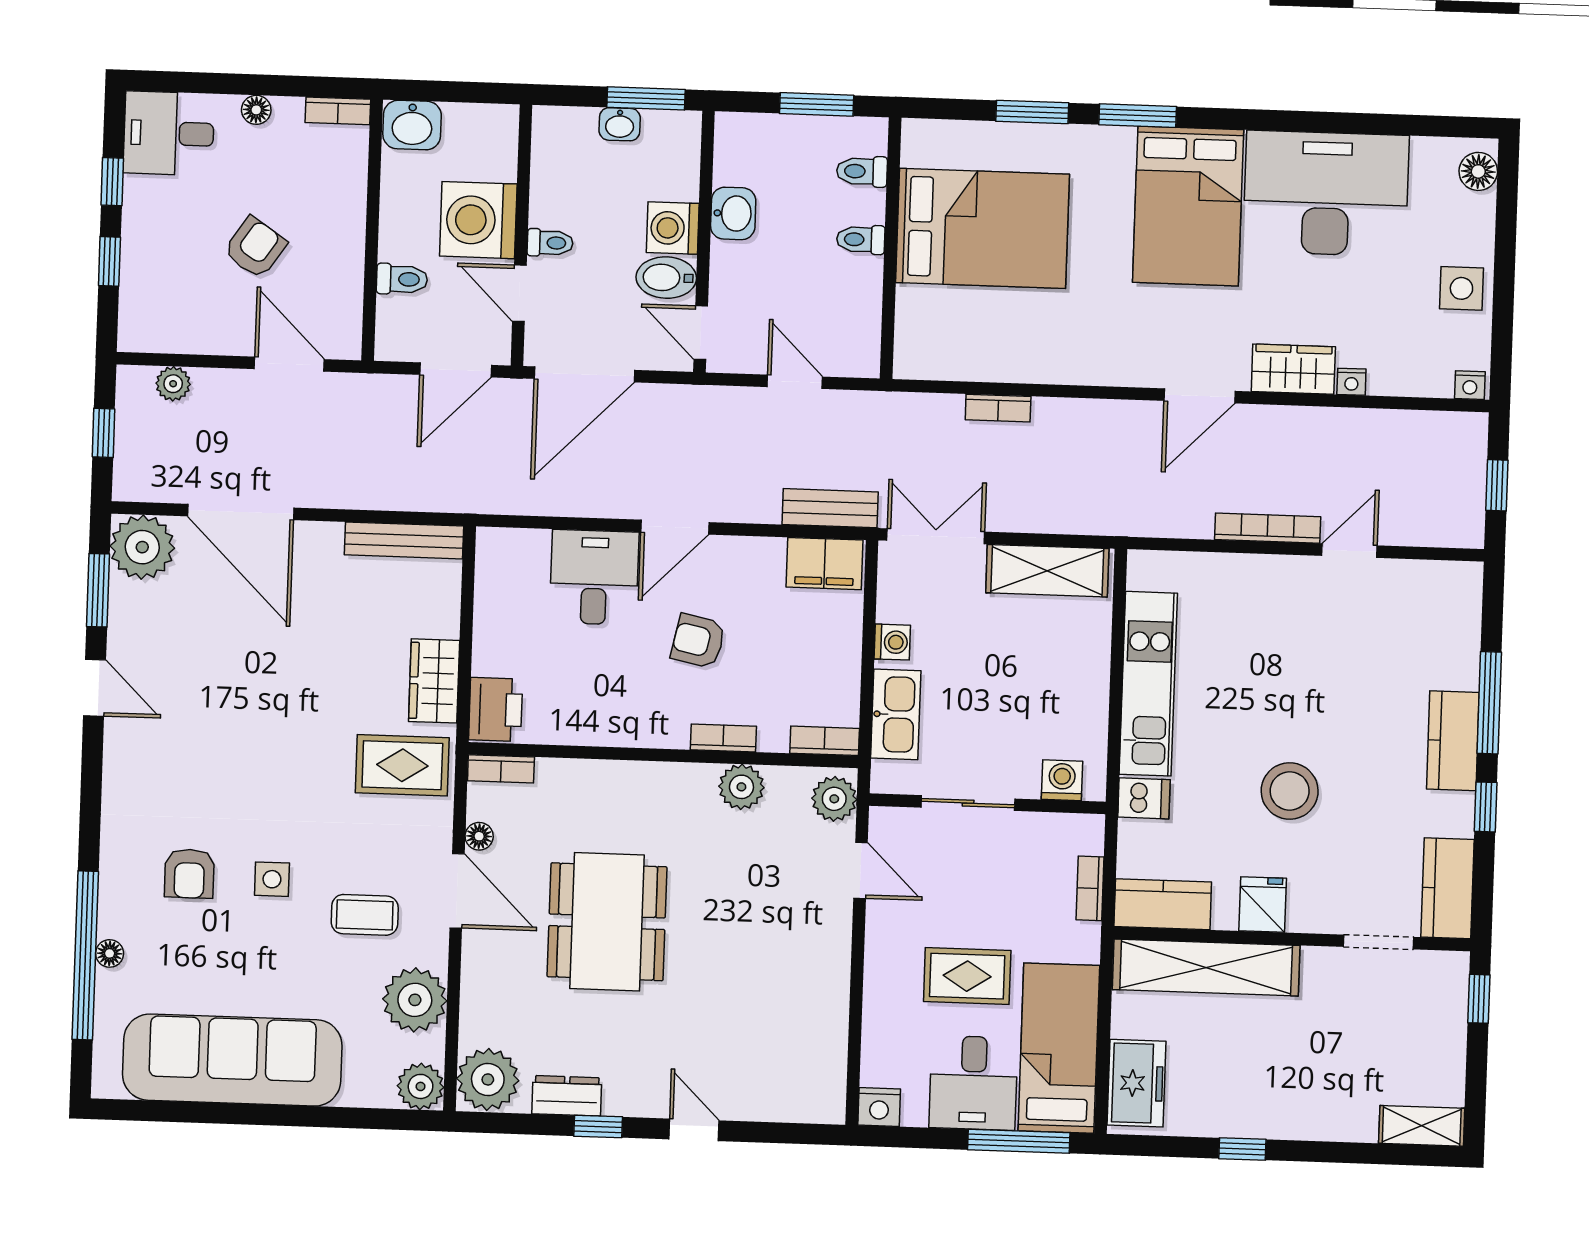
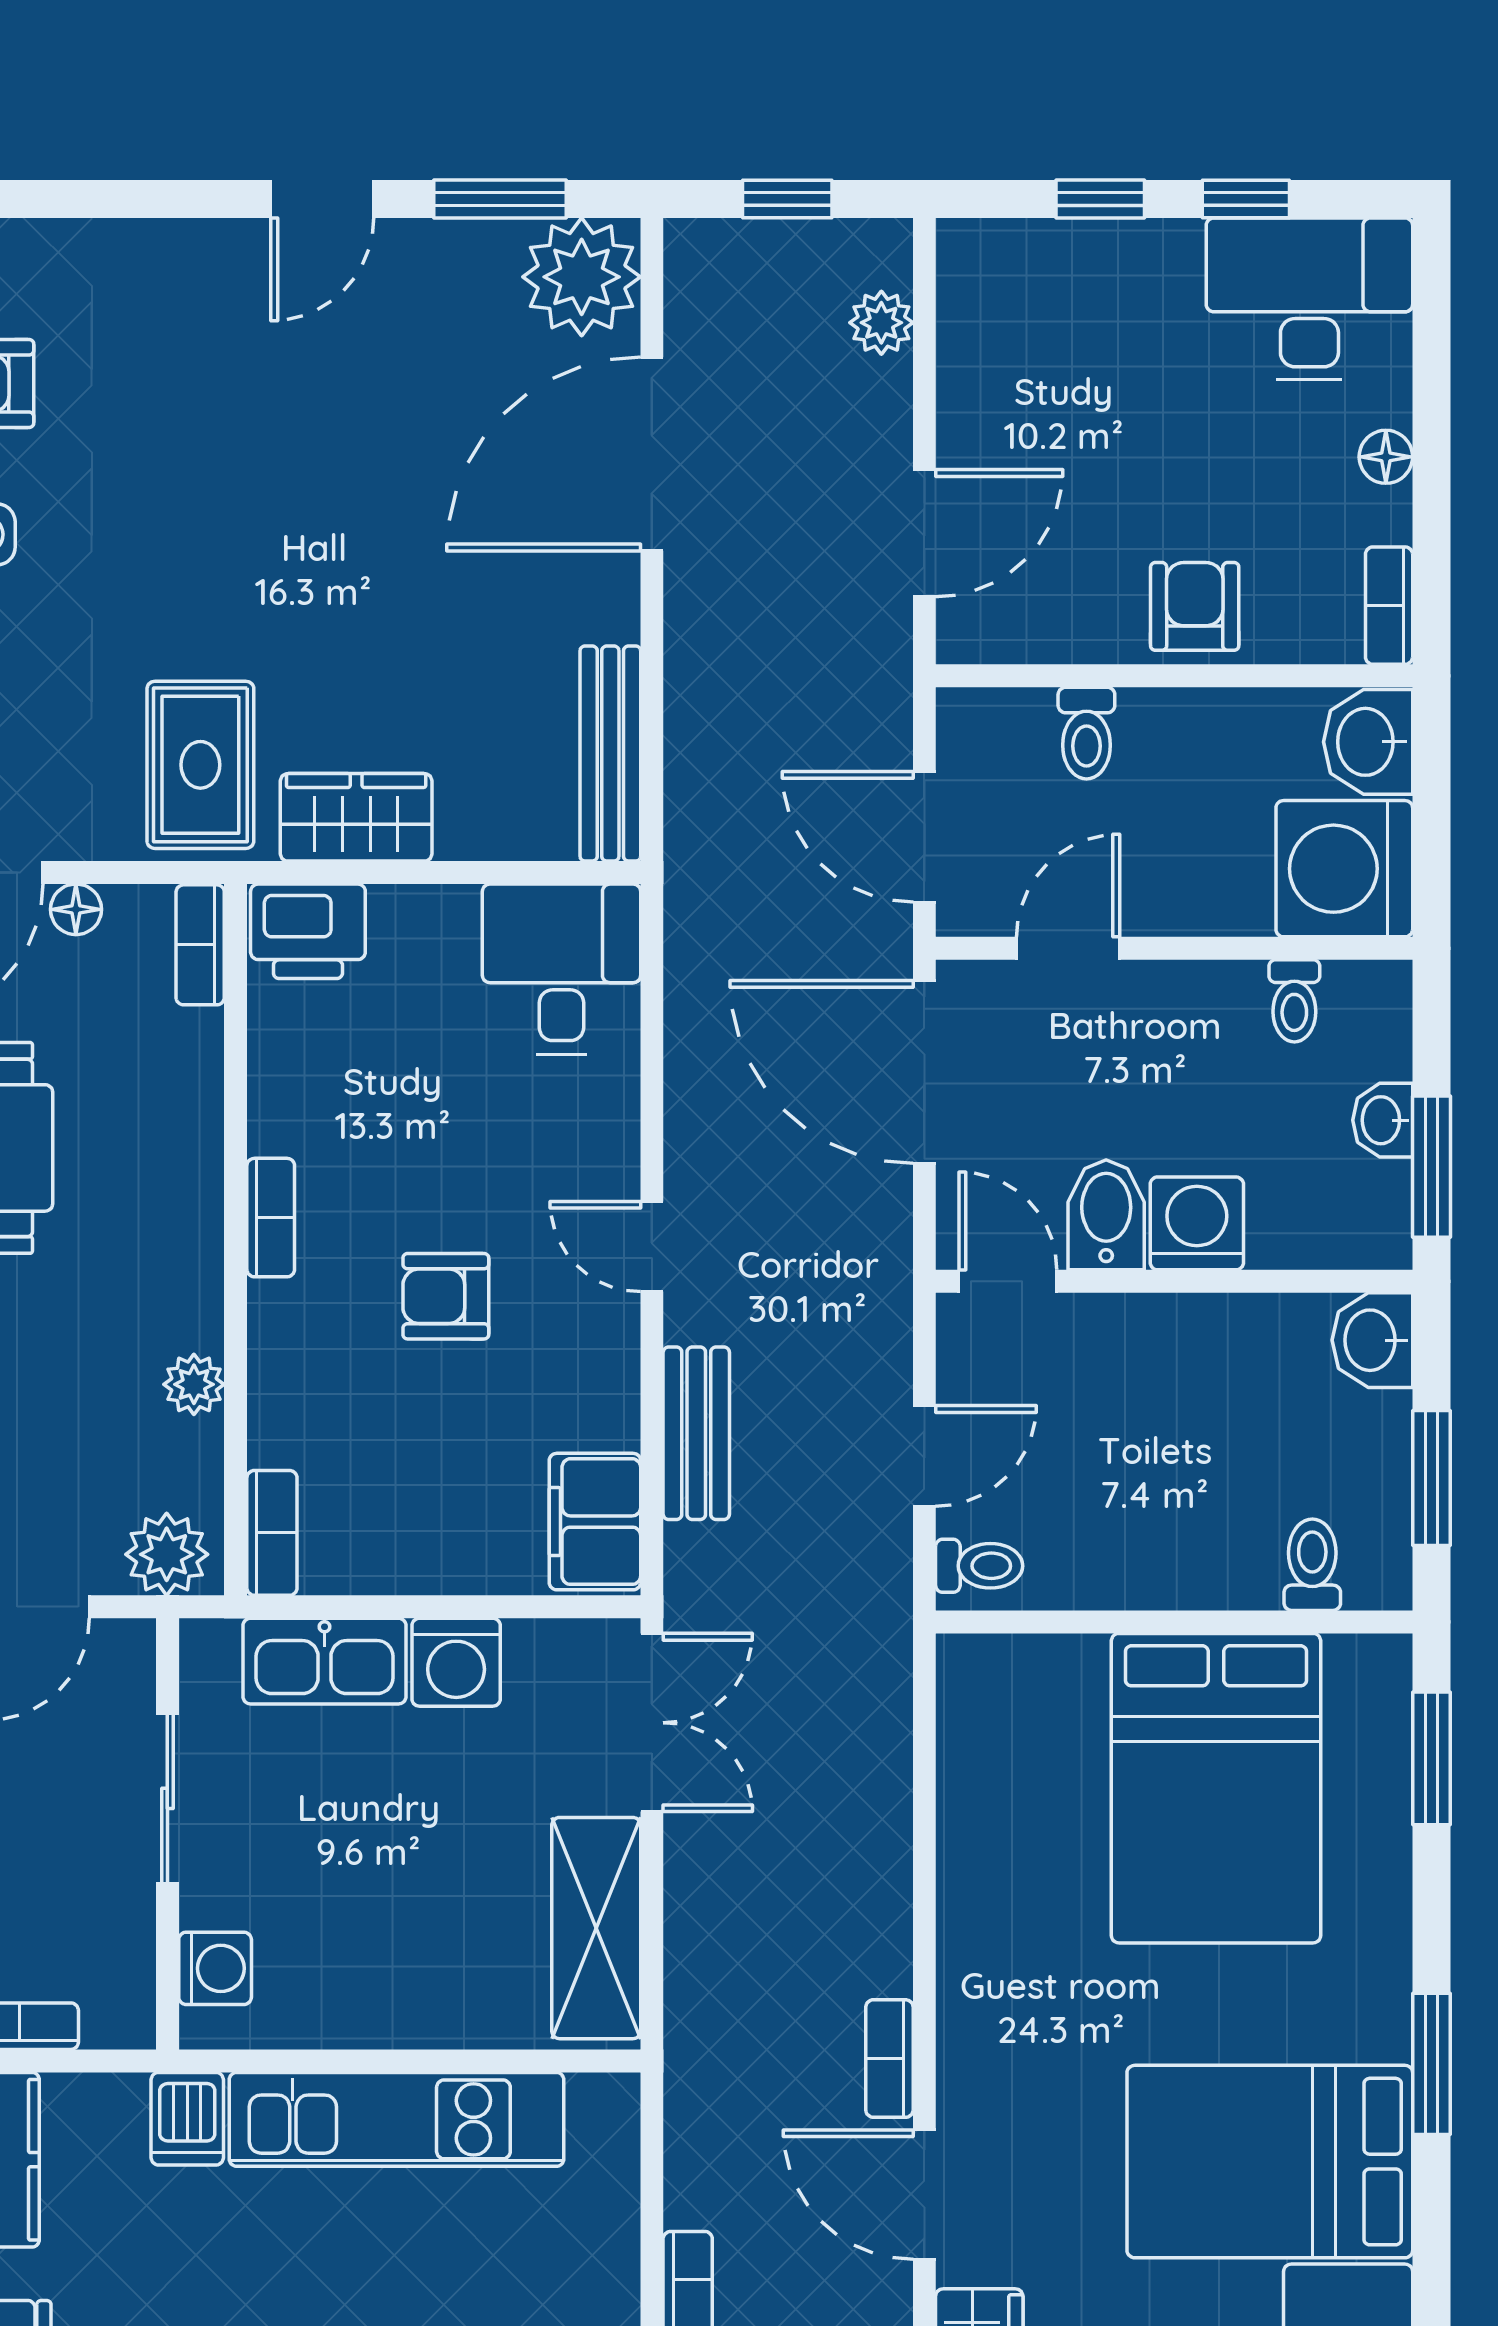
window: (1032, 112) -> (1431, 1758), moved
desk: (169, 133) -> (1309, 299), width x1.37
washbasin: (733, 213) -> (1372, 1340), moved, turned 90
washing machine: (478, 220) -> (1344, 869), moved, turned -90
toilet: (861, 240) -> (979, 1566), moved, turned 90
toilet: (550, 243) -> (1294, 1001), moved
armchair: (255, 248) -> (1195, 606), moved, turned -124
door: (701, 333) -> (1008, 1281), hinge flipped
bookcase: (998, 408) -> (889, 2059), moved
bench: (830, 508) -> (696, 1433), moved
door: (675, 527) -> (652, 1247), width x0.73
desk: (594, 577) -> (562, 969), moved, turned -90
armchair: (698, 641) -> (446, 1296), turned -102
washing machine: (892, 642) -> (456, 1662), width x1.38, depth x1.38
bookcase: (723, 738) -> (271, 1218), moved
plant: (741, 787) -> (194, 1384), width x0.73, depth x0.73

